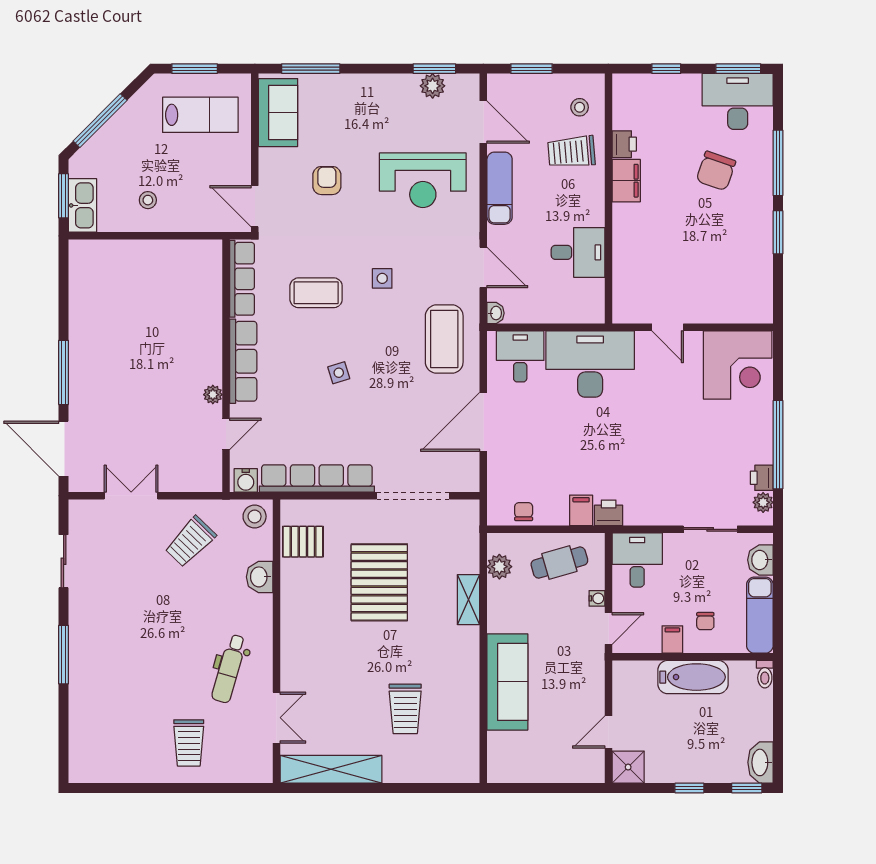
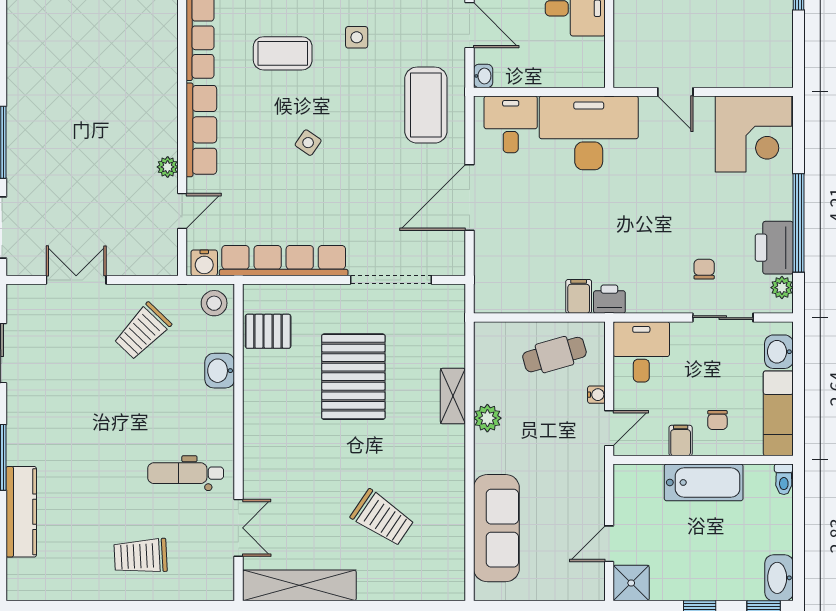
side table: (339, 373) -> (308, 143), turned -38
printer: (762, 478) -> (774, 248), width x1.87, depth x1.48
chair: (524, 512) -> (704, 269), moved
plant: (499, 567) -> (487, 418), moved
dental chair: (229, 669) -> (186, 473), turned 74
sofa: (507, 682) -> (496, 528), moved
kitchen counter: (82, 703) -> (21, 512), added
trolley: (405, 709) -> (382, 518), turned -56
trolley: (189, 743) -> (141, 556), turned 87

